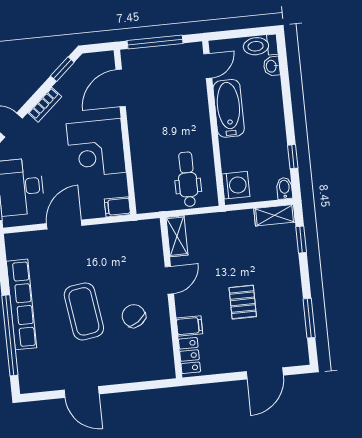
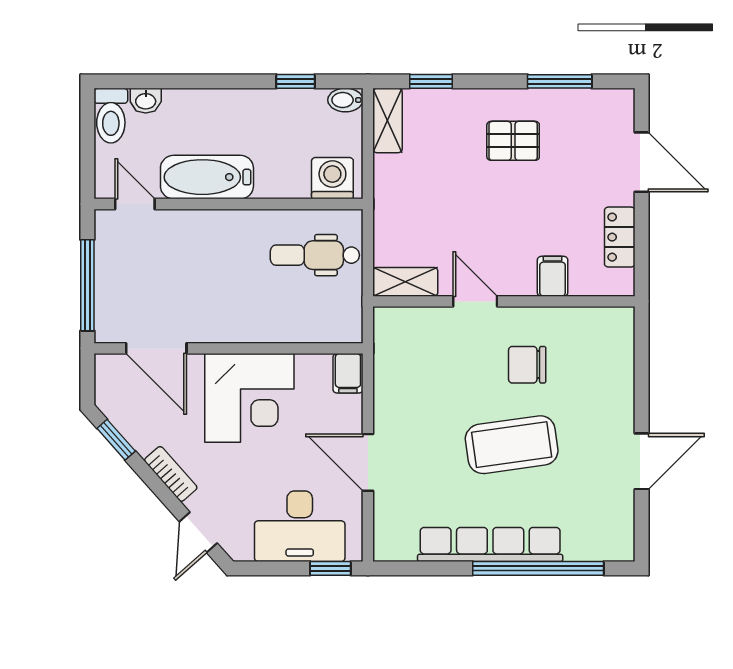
pallet: (243, 302) -> (513, 141), moved
chair: (134, 316) -> (527, 365), turned 35
locker: (189, 356) -> (620, 237), moved, turned -90

